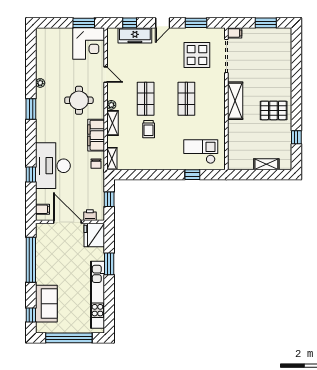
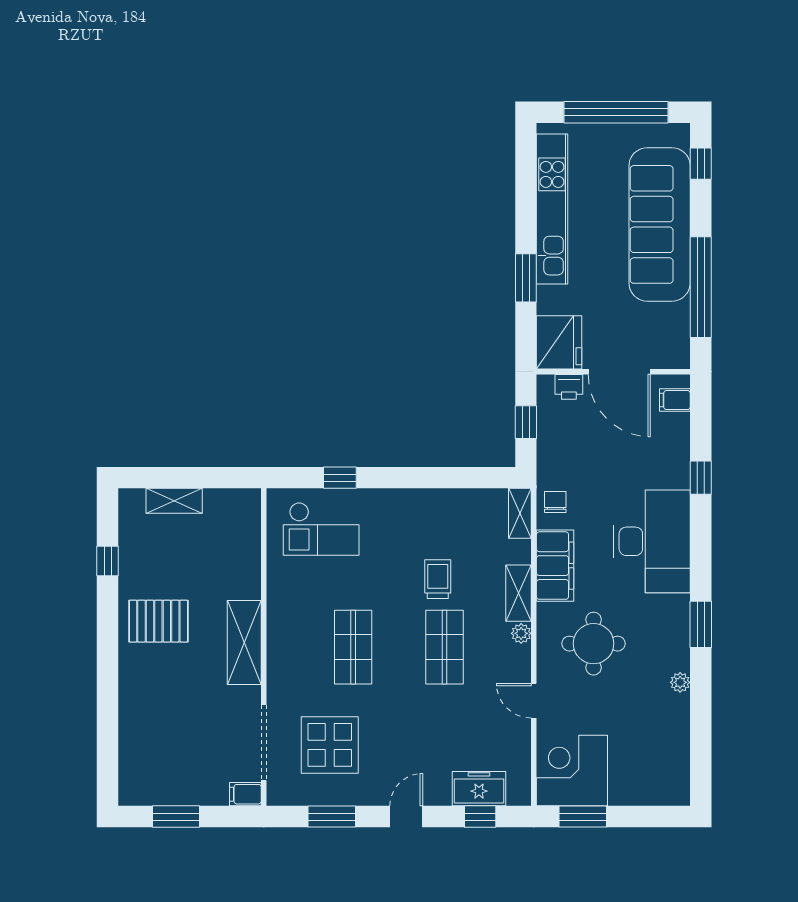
freezer: (135, 35) -> (479, 789), width x0.71
desk: (53, 166) -> (652, 541), moved
sofa: (46, 304) -> (660, 224), width x1.85, depth x1.27

